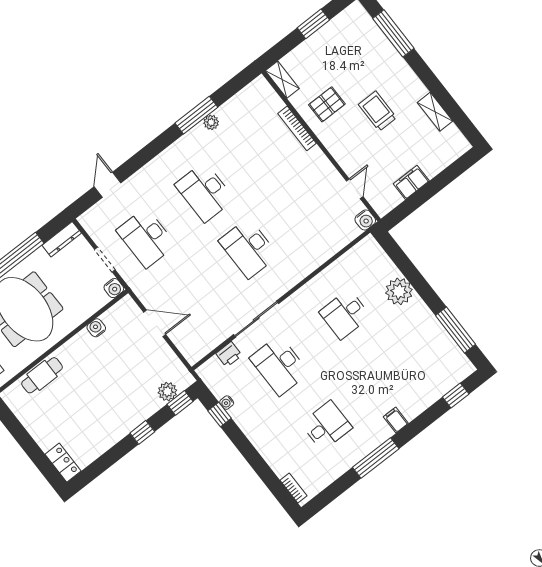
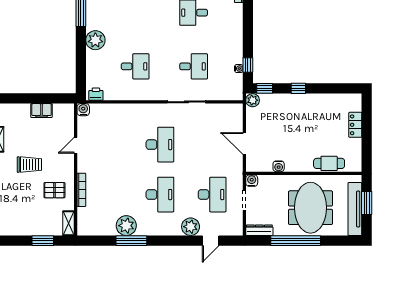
window: (313, 24) -> (43, 241), moved
trolley: (378, 111) -> (29, 165), turned -90
plant: (211, 122) -> (126, 226), width x1.88, depth x1.88
plant: (142, 183) -> (191, 227), added
door: (355, 189) -> (76, 145), moved
plant: (399, 291) -> (95, 40), moved
printer: (229, 354) -> (96, 94), moved
desk: (279, 365) -> (194, 66), width x0.73
plant: (167, 392) -> (253, 100), moved
locker: (63, 463) -> (355, 125), moved

